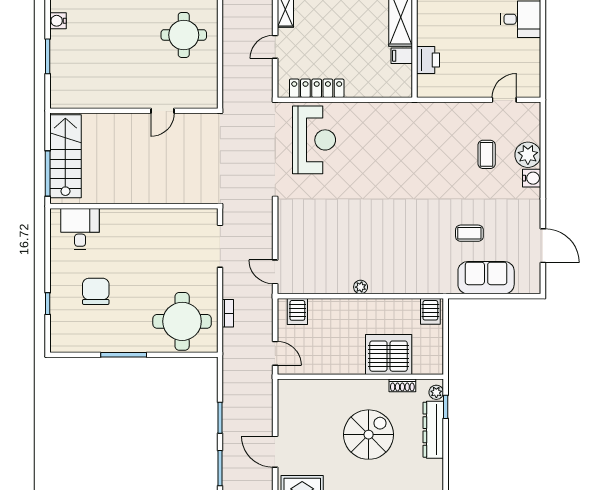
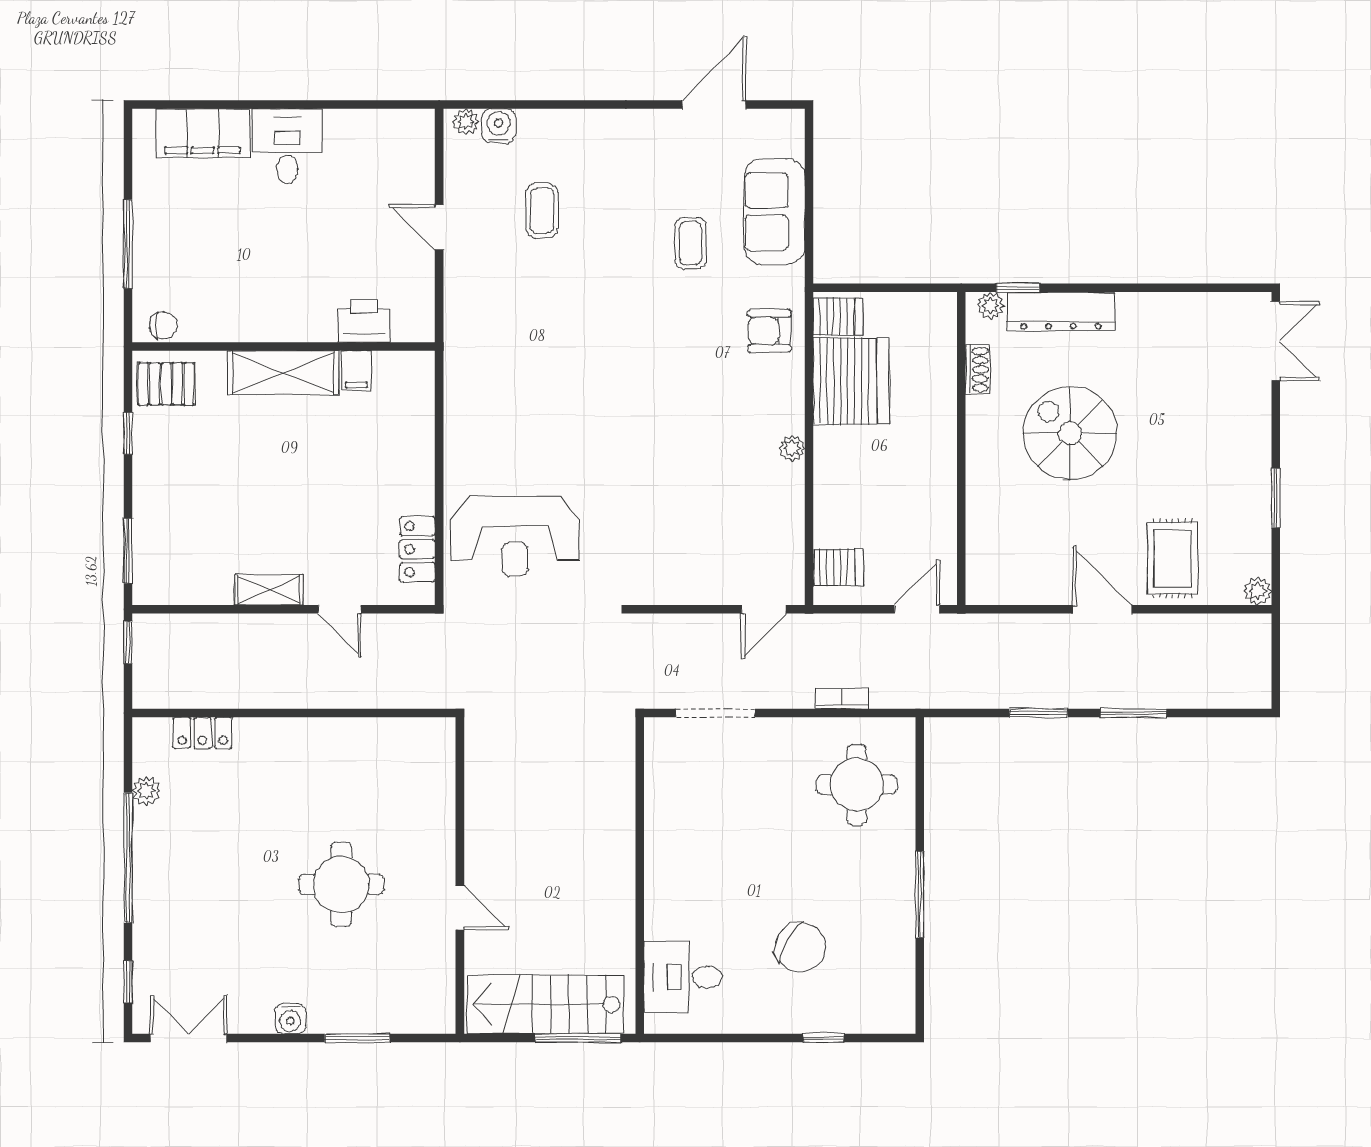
round table: (184, 35) -> (341, 884), moved
locker: (317, 88) -> (417, 549), width x0.66
door: (504, 100) -> (439, 227), moved
door: (163, 111) -> (460, 908), moved
reception desk: (314, 140) -> (515, 536), turned 180
coffee table: (487, 154) -> (542, 211), turned 90
plant: (528, 155) -> (466, 122), moved, width x0.53, depth x0.53
water cooler: (532, 178) -> (499, 126), moved
armchair: (423, 275) -> (769, 331), added
chair: (96, 291) -> (800, 947), turned -150
round table: (182, 321) -> (857, 785), width x0.73, depth x0.73
server rack: (389, 354) -> (851, 381), moved, turned 180
door: (275, 452) -> (1102, 609), swing flipped

